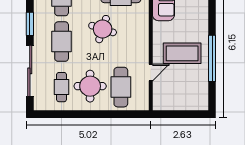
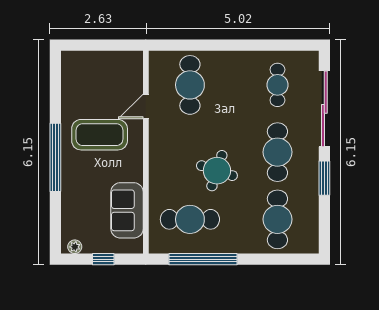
window: (212, 58) -> (55, 157), moved
round table: (90, 86) -> (235, 86), removed

